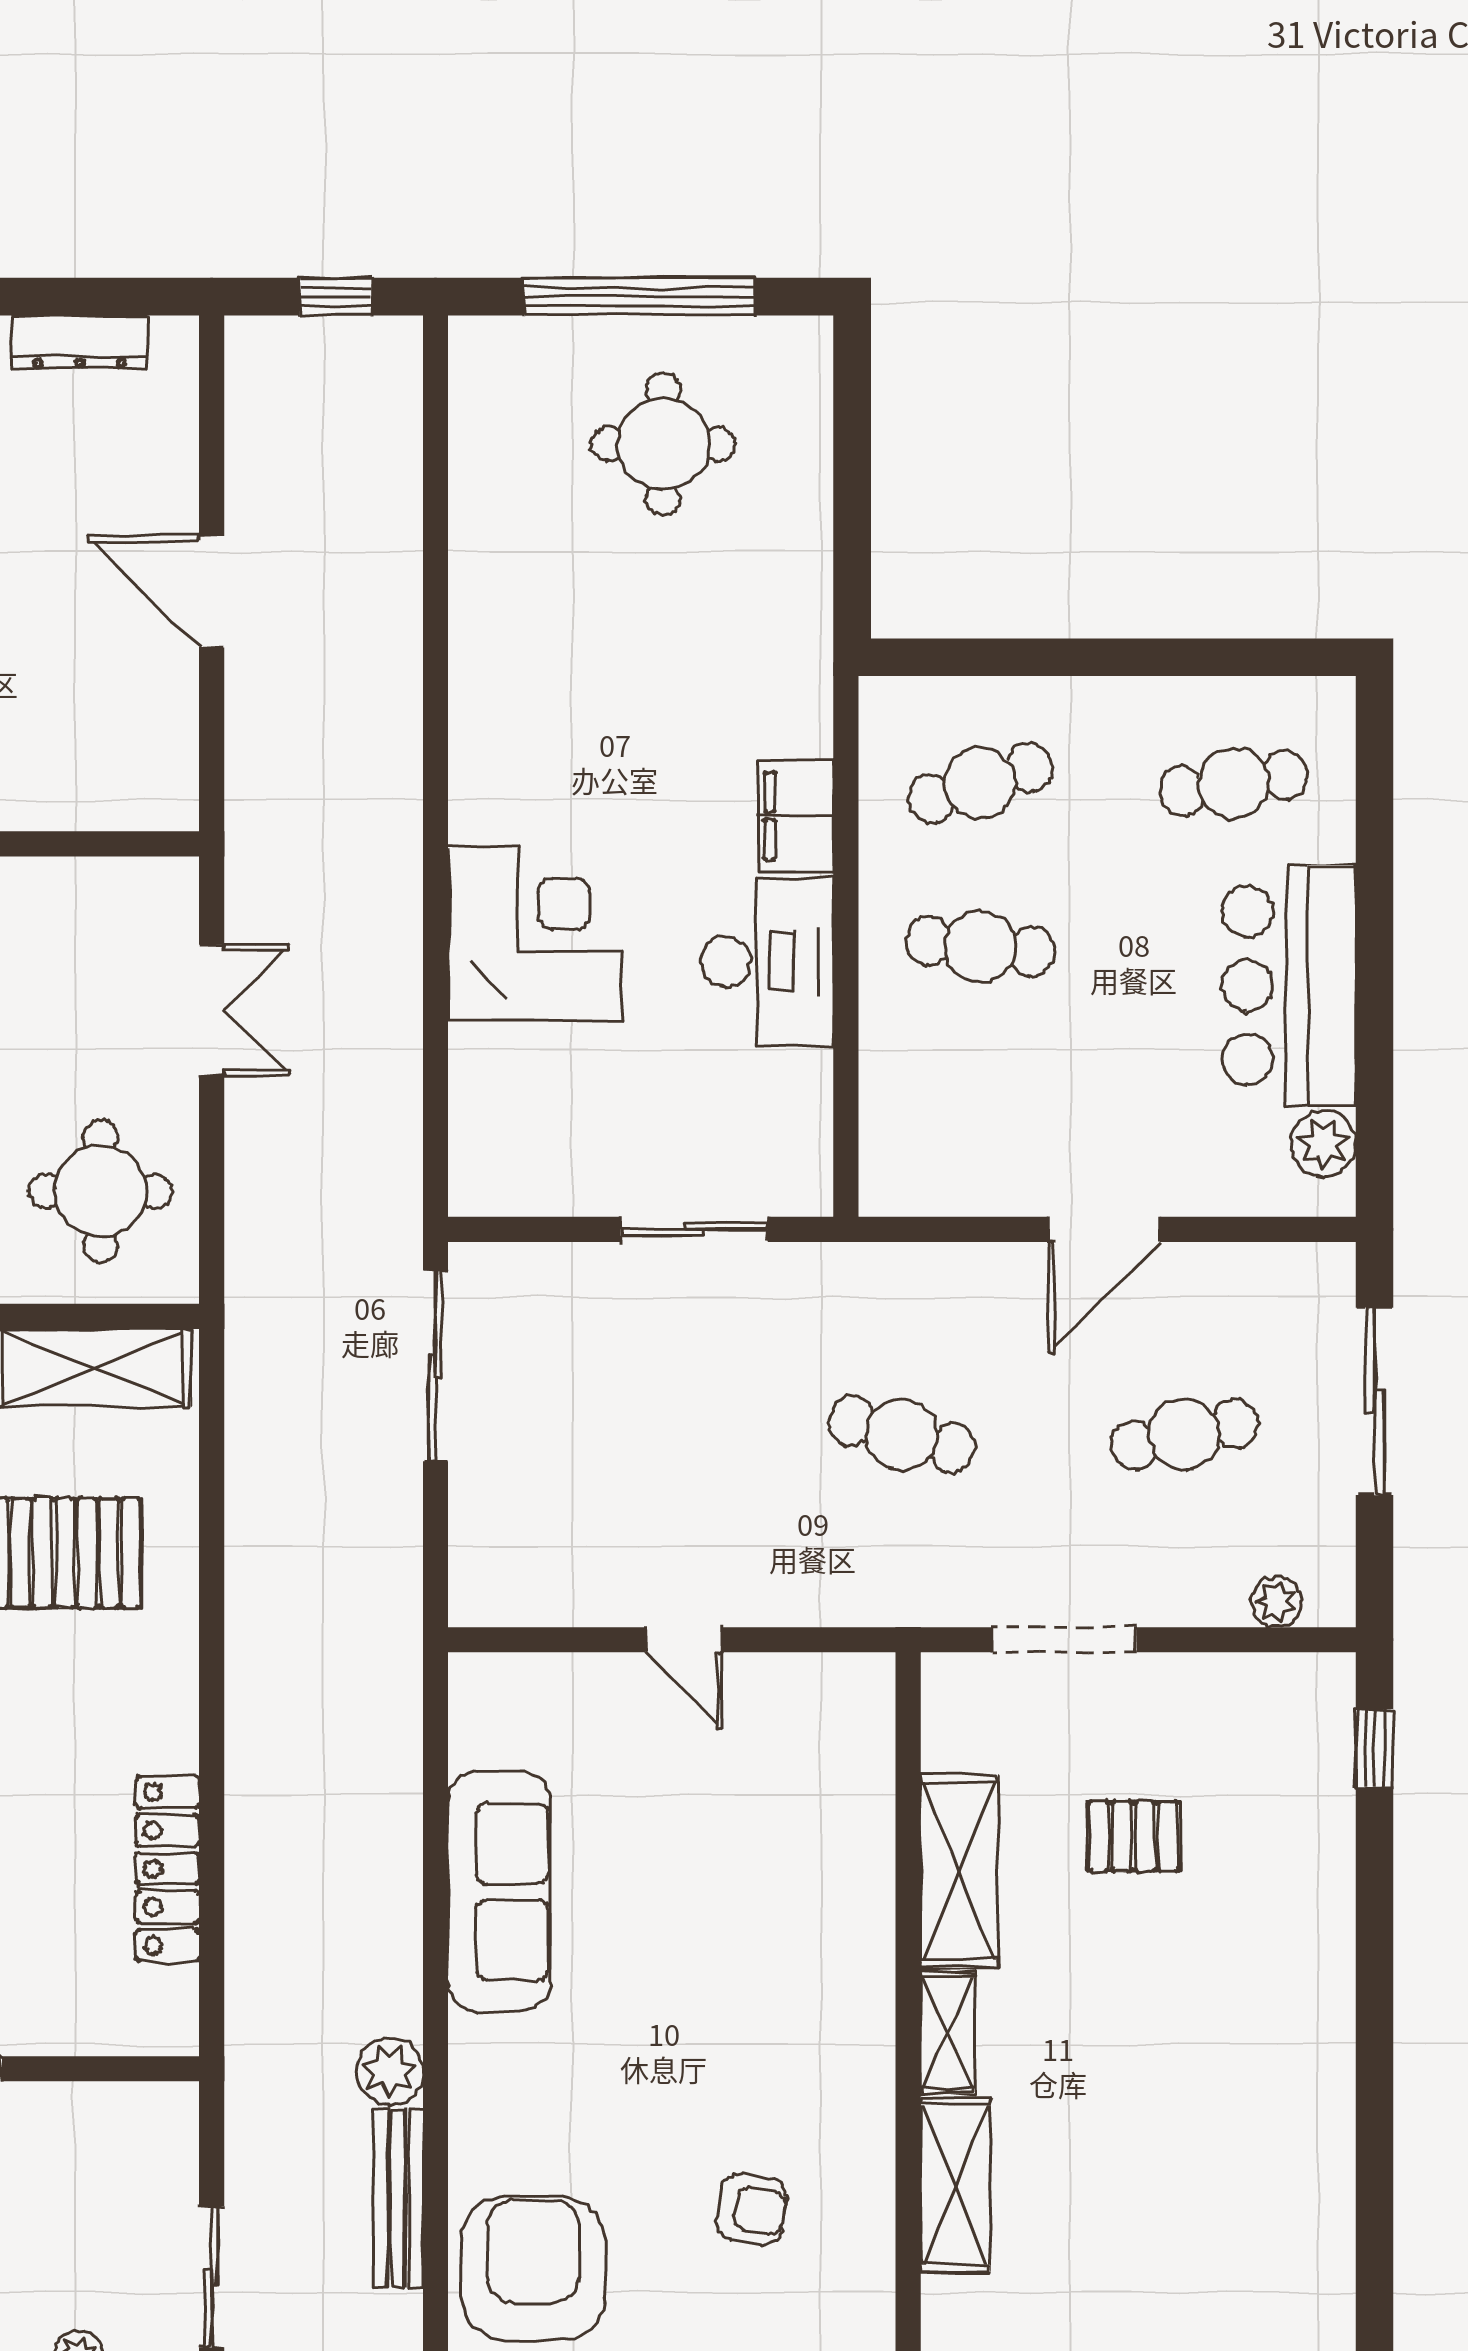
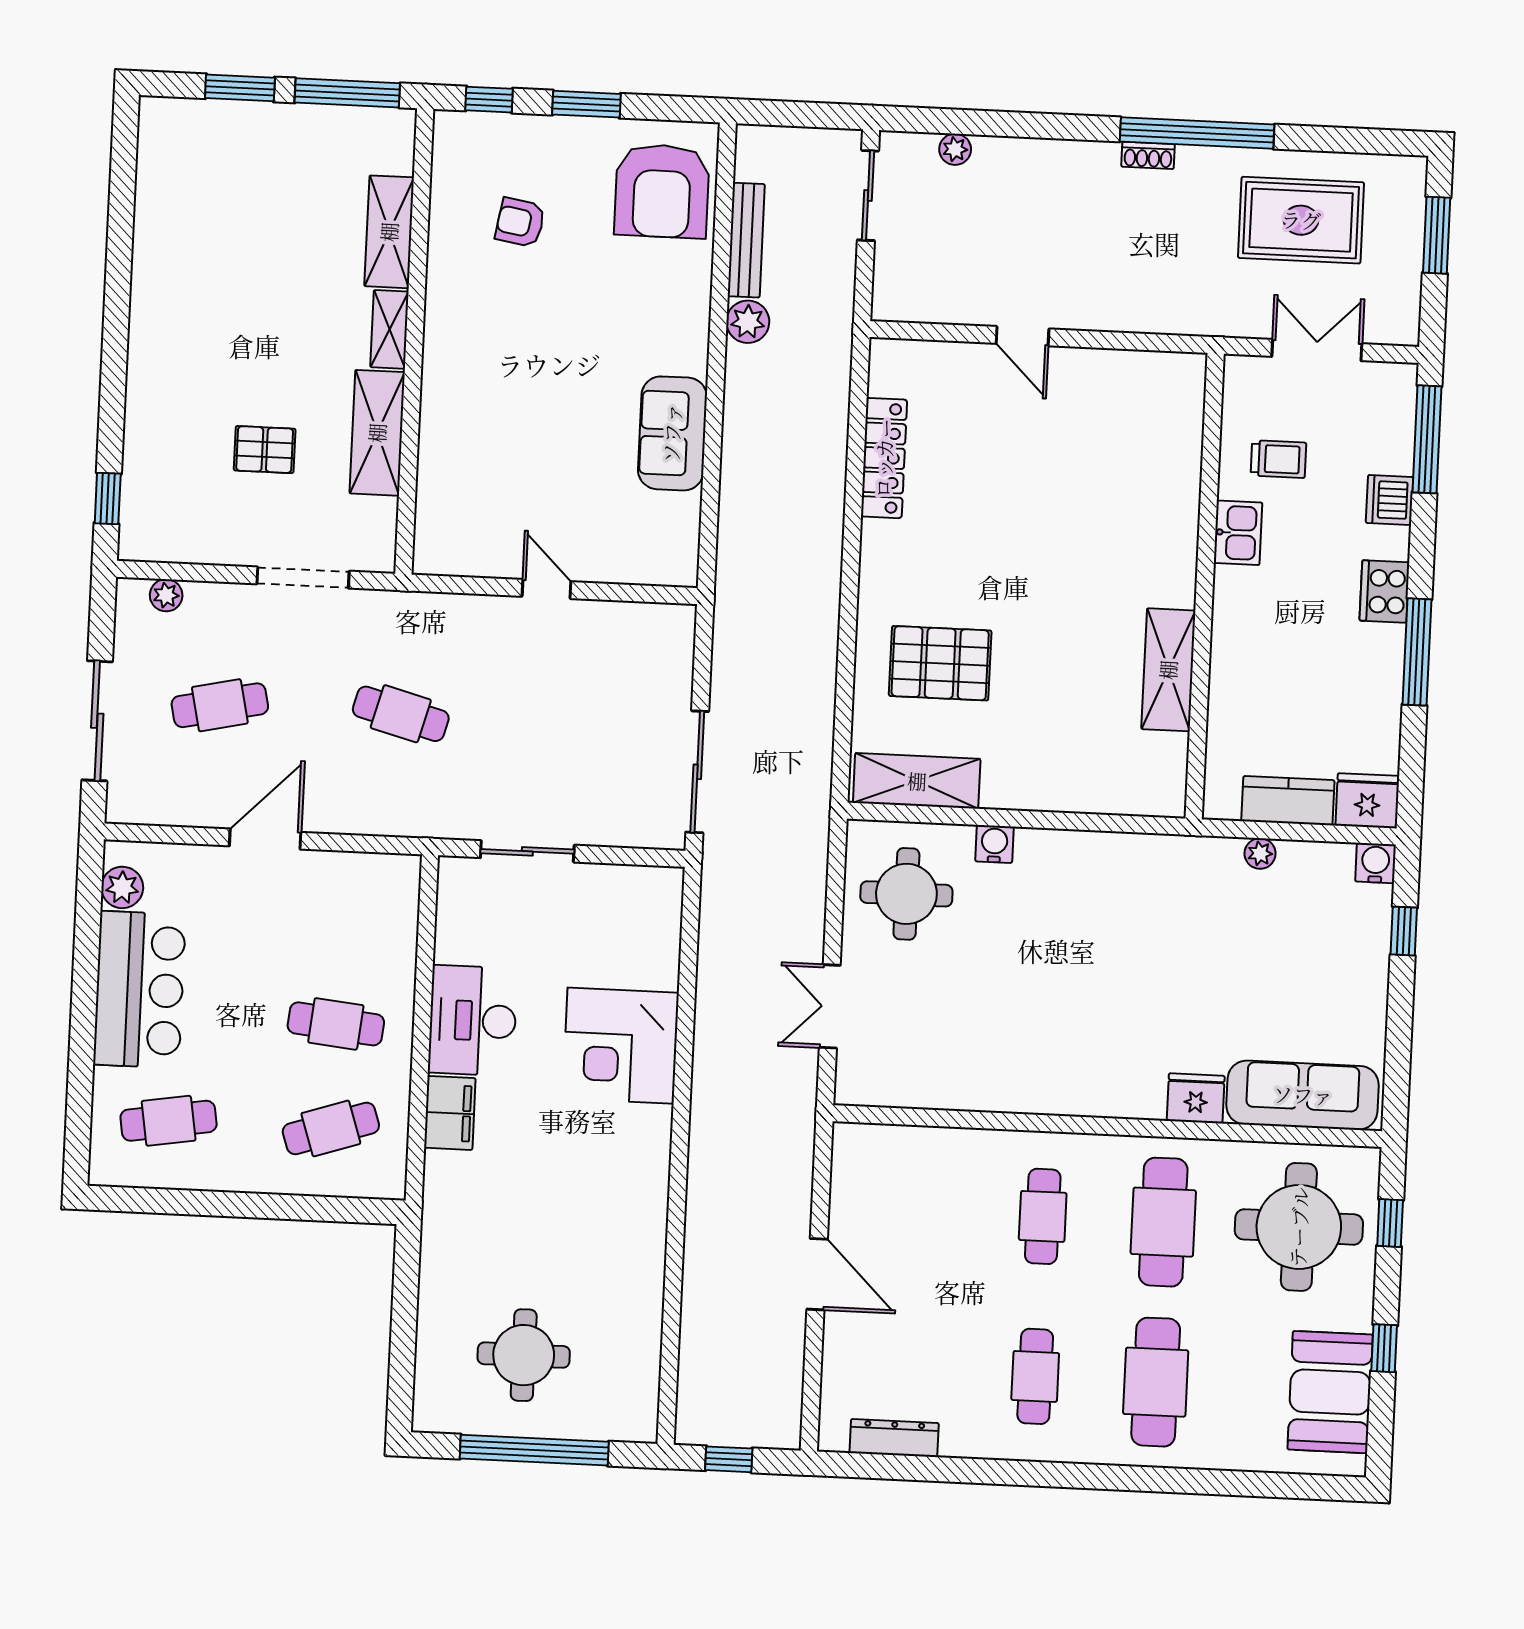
sofa: (499, 1892) -> (672, 433), width x0.73

